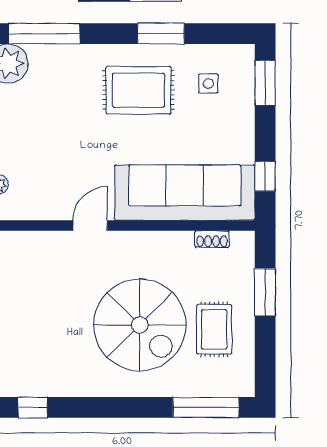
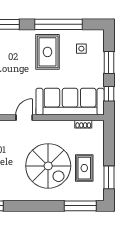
window: (161, 34) -> (58, 24), width x2.11
window: (265, 83) -> (109, 63), moved
rug: (138, 90) -> (48, 52), turned 90
window: (265, 292) -> (109, 177), moved

